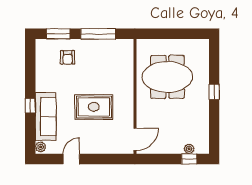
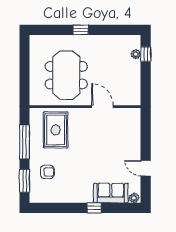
rug: (94, 107) -> (56, 130), moved
sofa: (46, 117) -> (111, 193), width x0.73
door: (135, 139) -> (103, 107), moved

